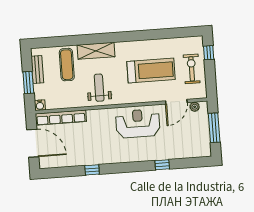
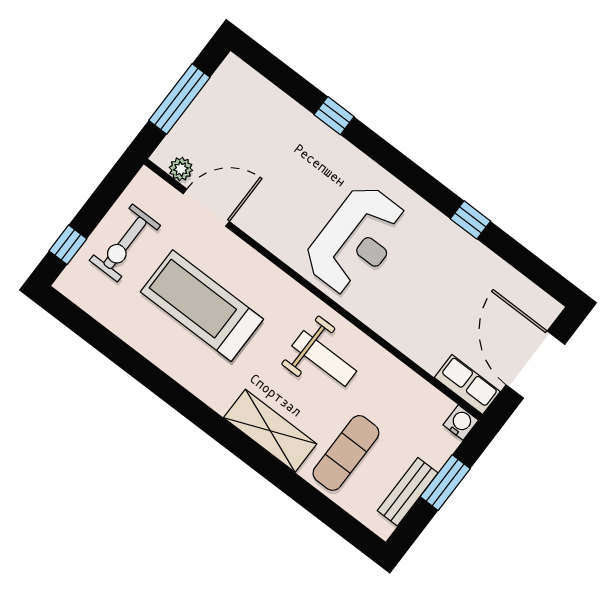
weight bench: (99, 88) -> (324, 359), turned -90
row of seats: (61, 118) -> (467, 385), width x0.50
reception desk: (138, 123) -> (356, 240), moved, turned -90

